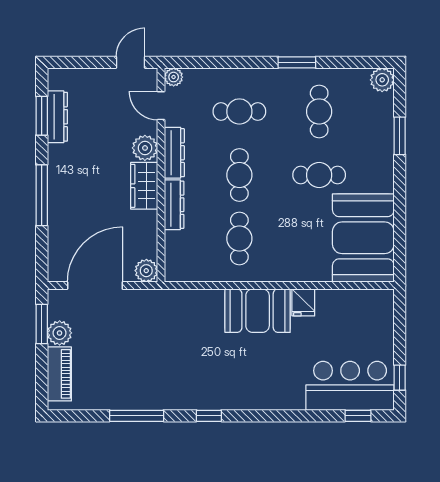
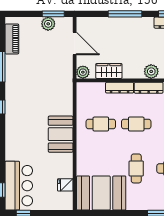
wardrobe: (144, 186) -> (109, 71), moved
door: (95, 285) -> (75, 44), width x0.73
fridge: (303, 302) -> (65, 185), moved
piano: (59, 374) -> (12, 39), moved, turned -90

